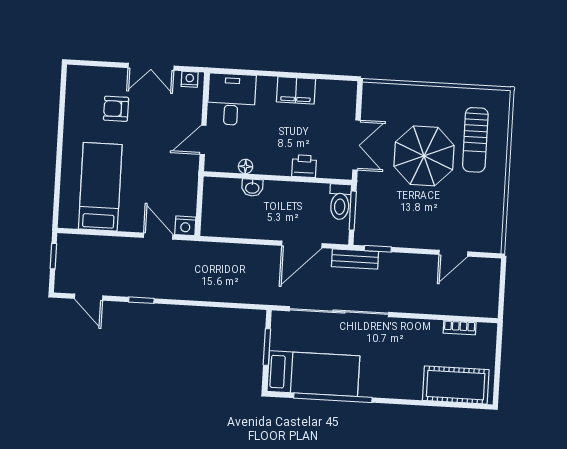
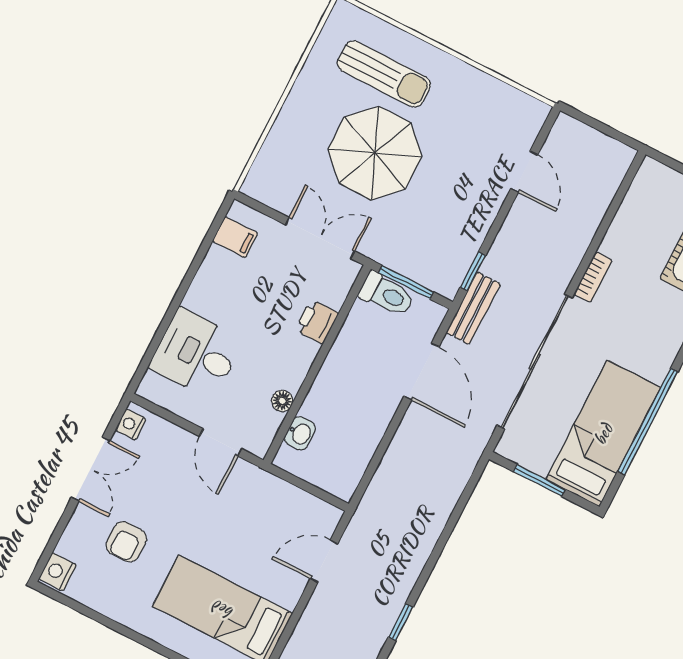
filing cabinet: (296, 90) -> (235, 237), moved, width x0.50
desk: (231, 99) -> (196, 354), moved
washbasin: (252, 188) -> (300, 433), moved
nightstand: (185, 226) -> (58, 572), moved, turned 180
bookcase: (460, 328) -> (593, 277), moved

